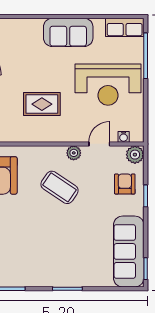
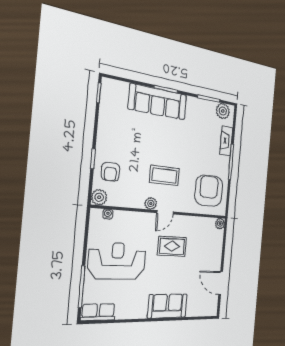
sofa: (68, 32) -> (167, 306), moved
door: (99, 144) -> (165, 212), moved
coffee table: (60, 187) -> (165, 175), turned -34
sofa: (129, 251) -> (158, 102), moved, turned 90

